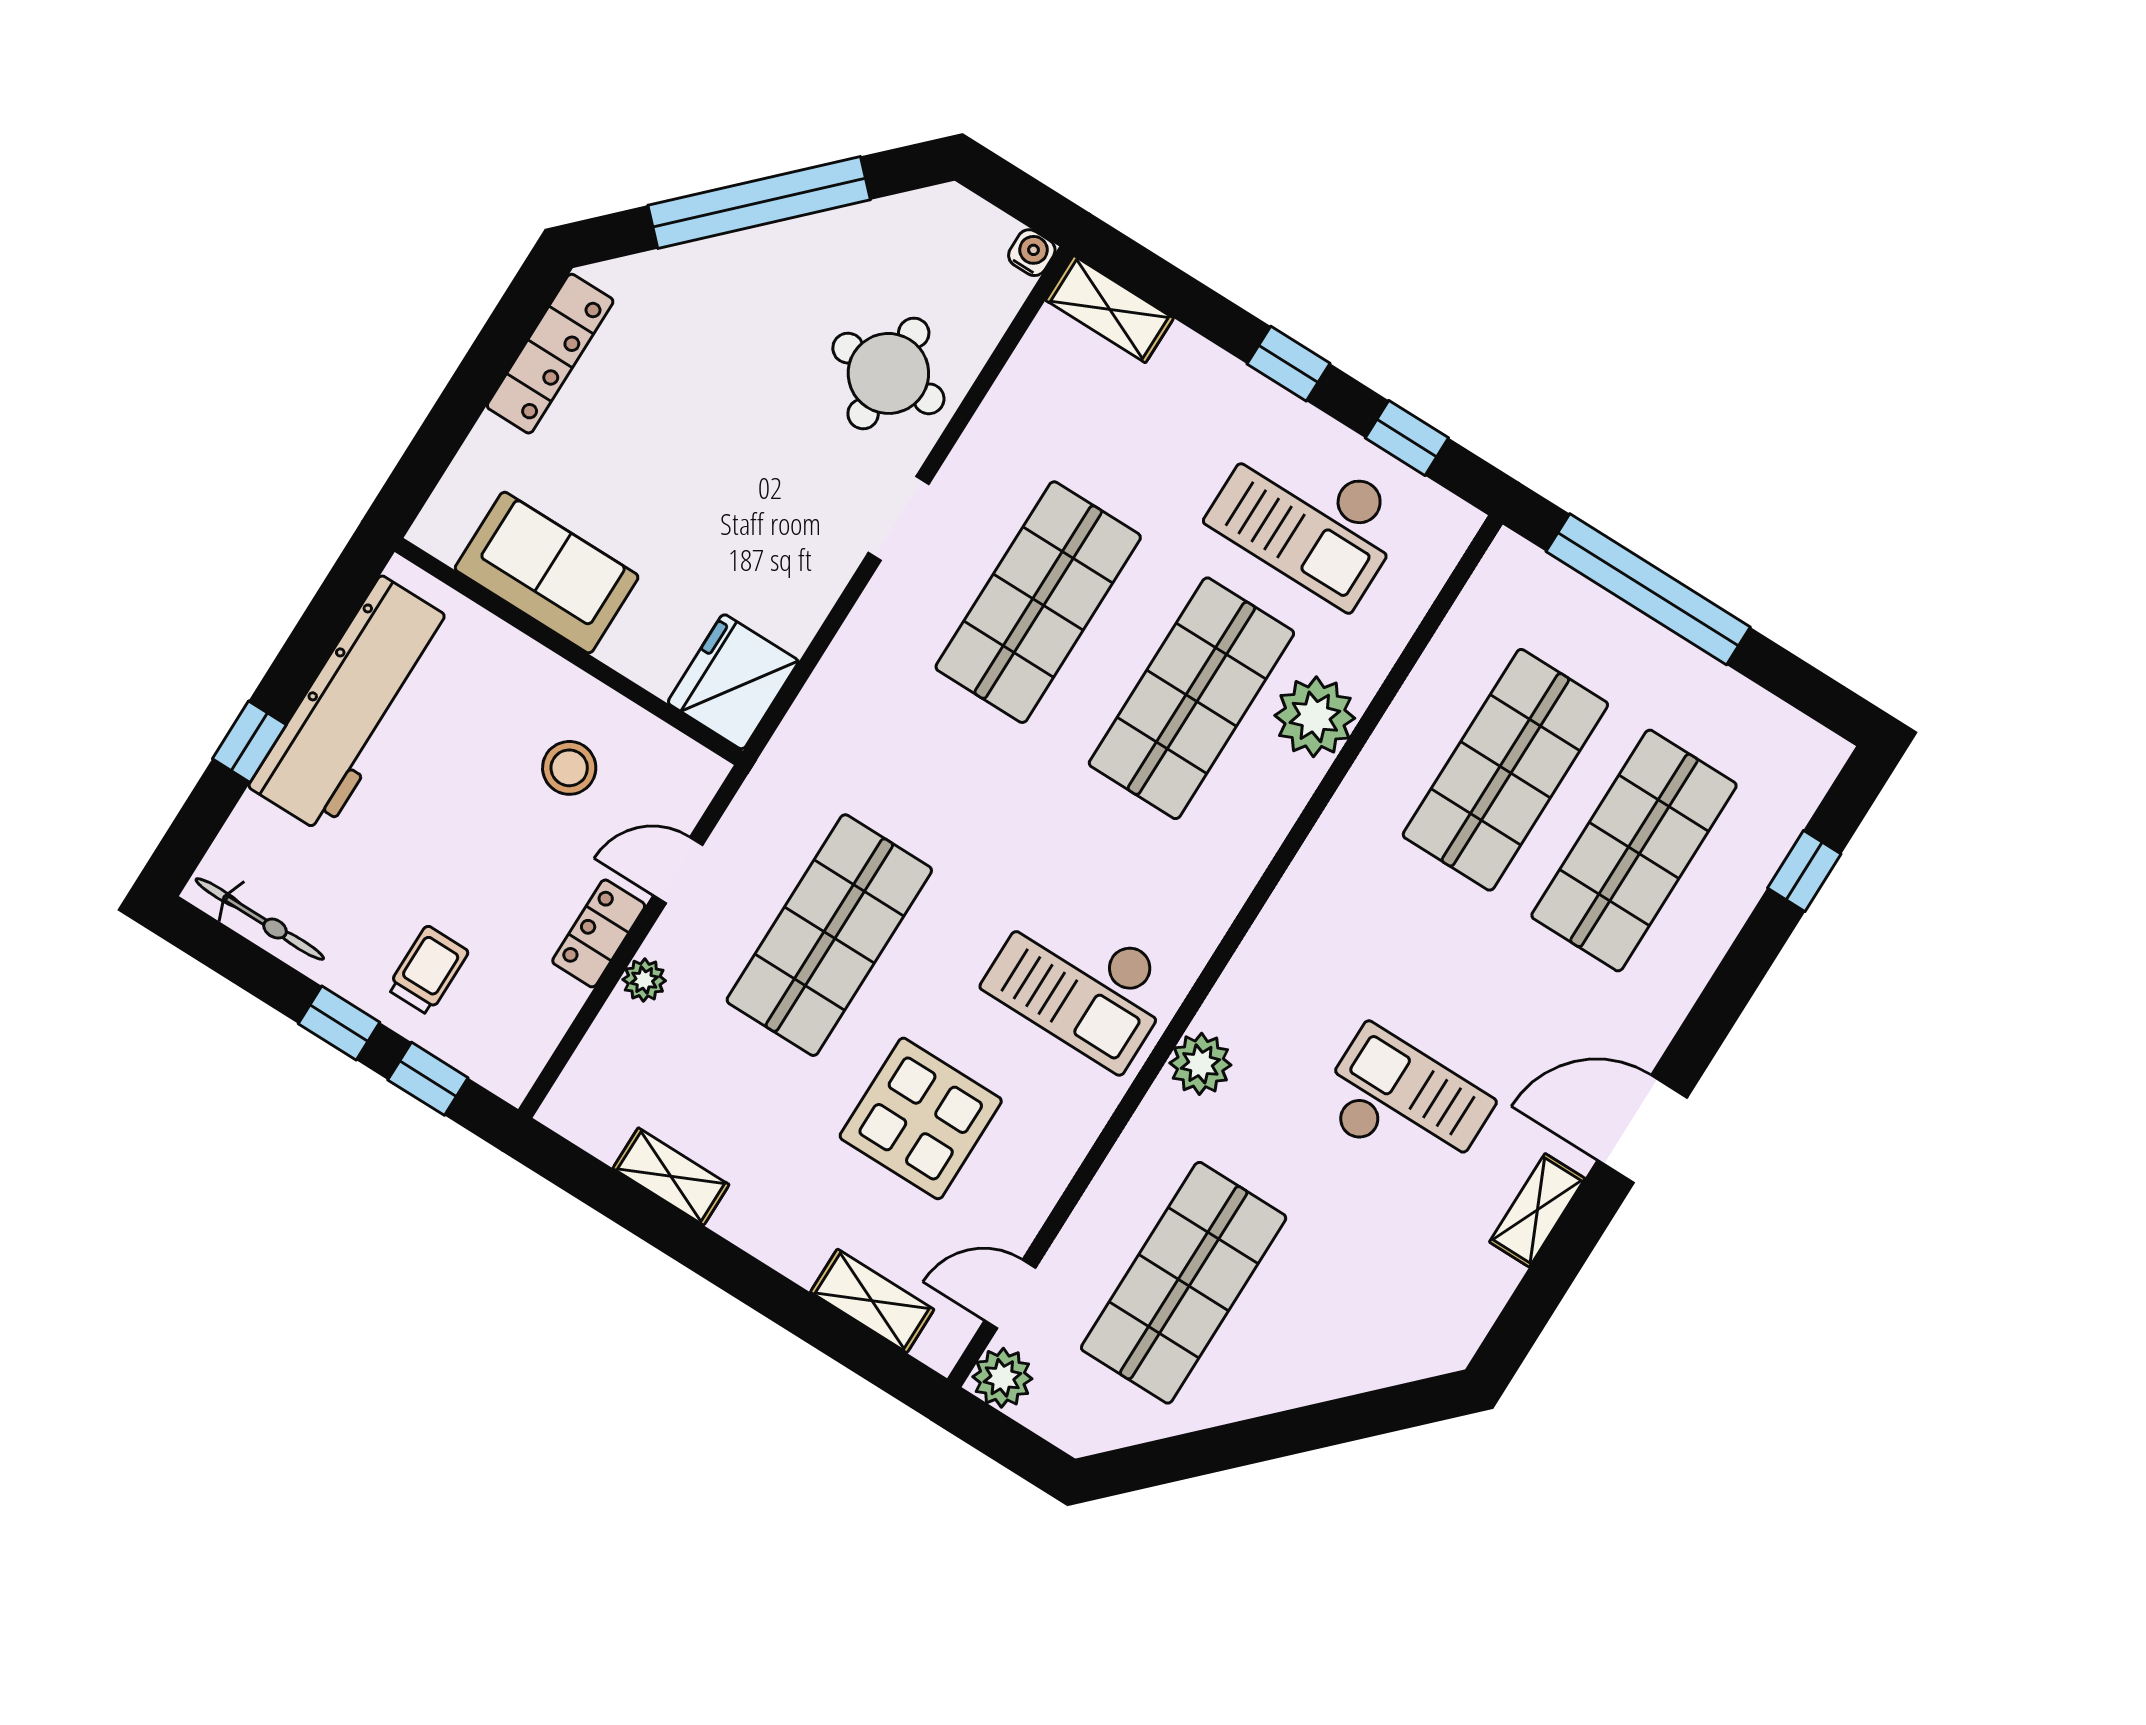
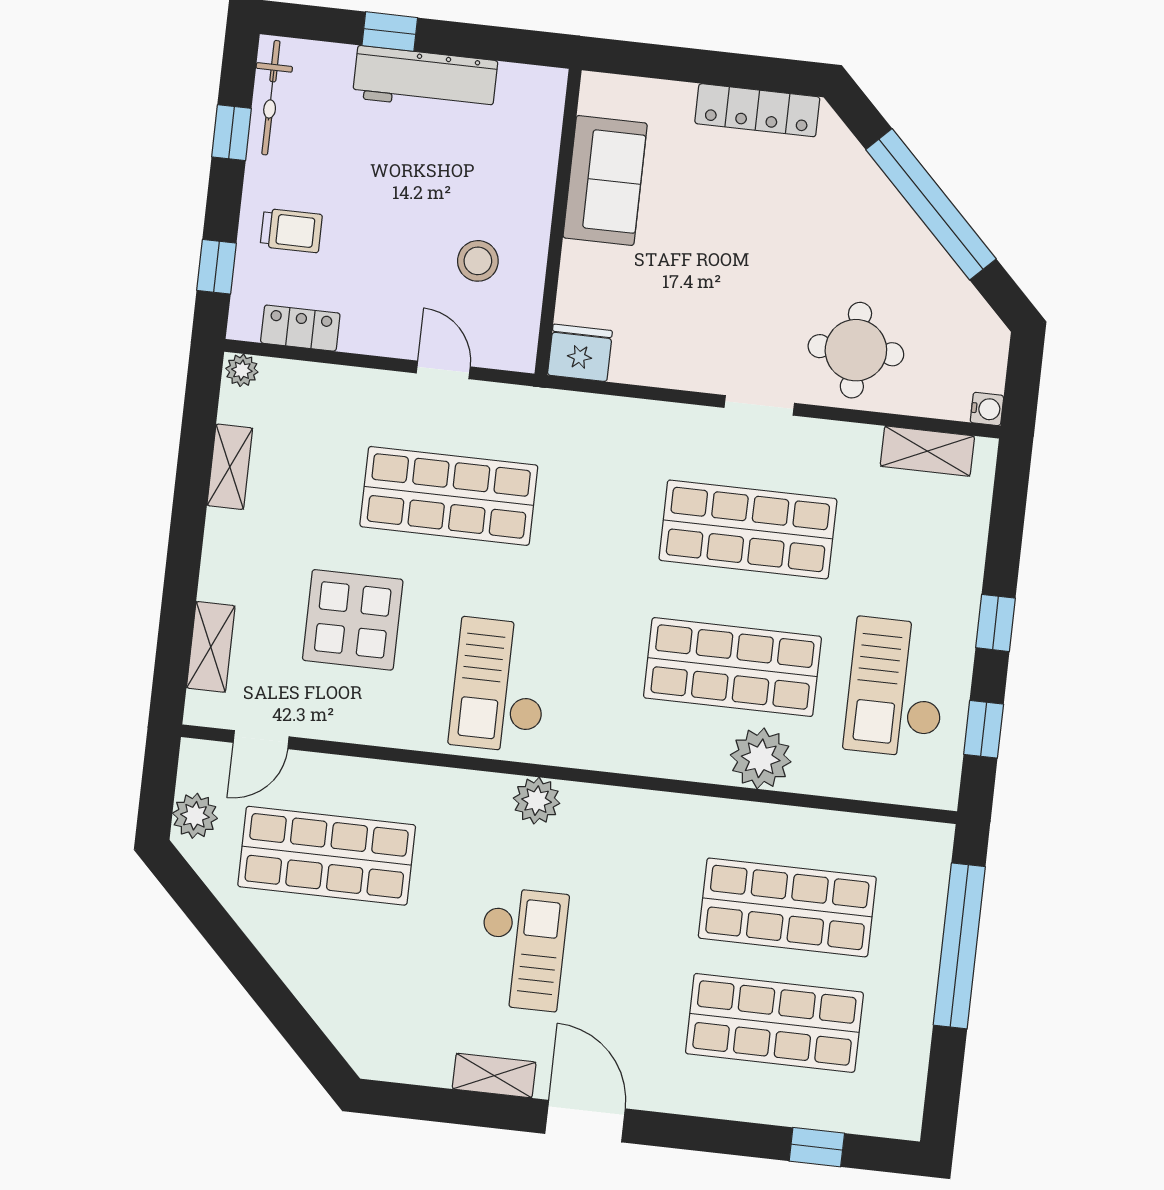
shelving: (1110, 309) -> (927, 451), moved, turned 90
fridge: (733, 682) -> (580, 353), width x0.73, depth x0.75
workbench: (353, 705) -> (425, 79), width x0.73, depth x0.76
locker: (599, 933) -> (300, 328), moved
plant: (644, 980) -> (242, 370), moved
window: (339, 1023) -> (232, 133), moved
plant: (1200, 1064) -> (537, 801), moved
door: (1010, 1294) -> (261, 740), swing flipped
plant: (1002, 1378) -> (195, 816), moved

